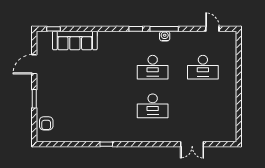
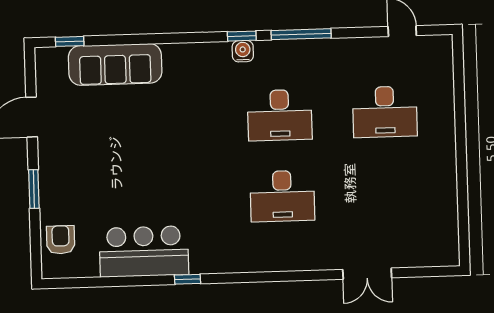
water cooler: (165, 36) -> (243, 51), moved
armchair: (46, 123) -> (61, 240), turned 180
bar counter: (86, 130) -> (144, 252), added

